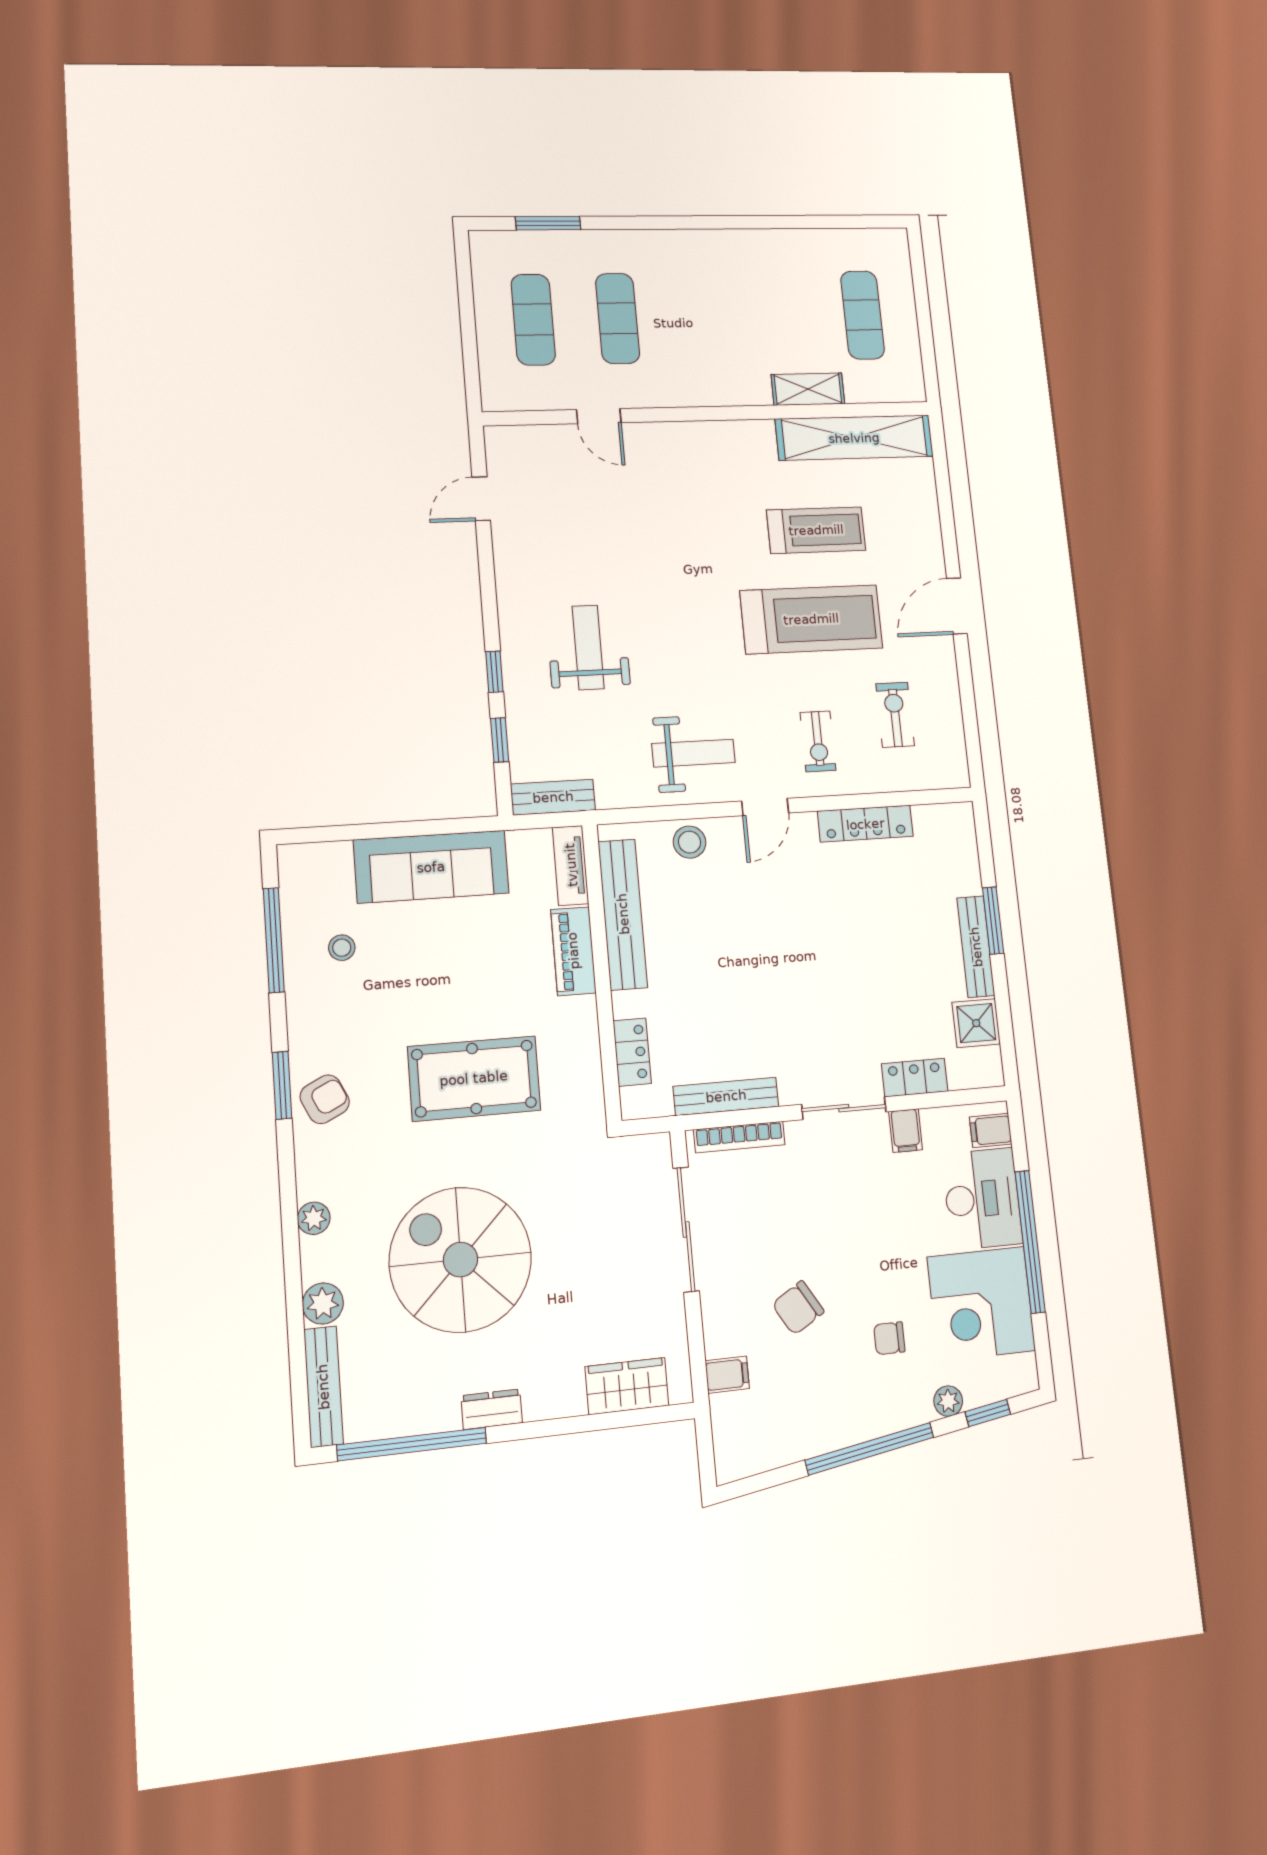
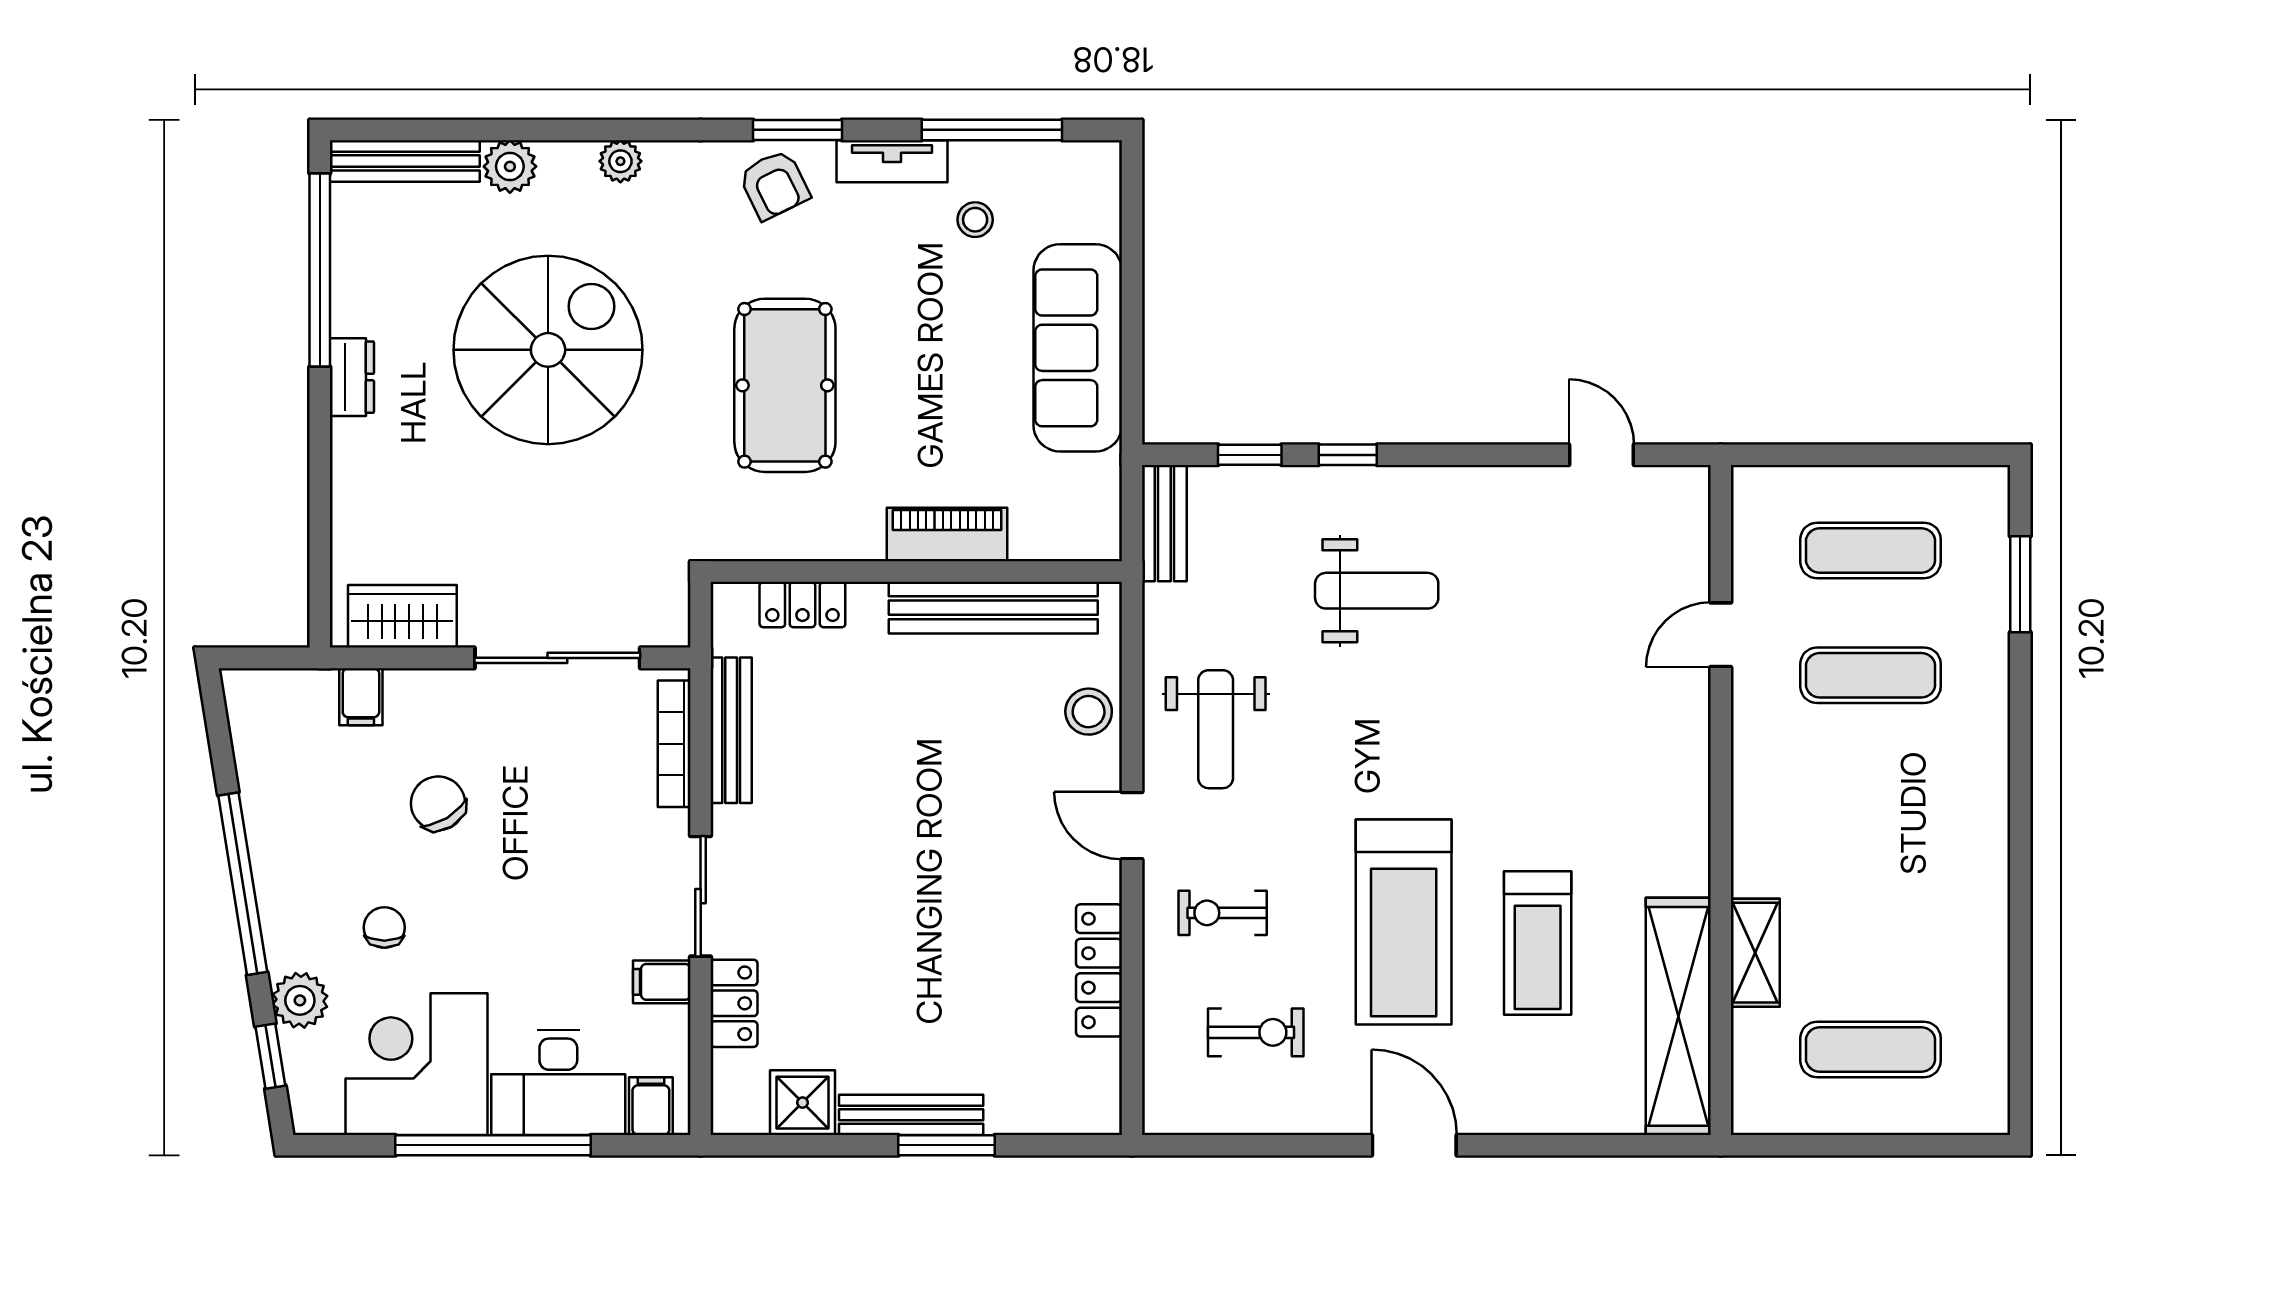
tv unit: (571, 865) -> (892, 161), moved, turned 180
wardrobe: (627, 1386) -> (402, 616), moved, turned -90
plant: (948, 1401) -> (300, 1000), width x1.38, depth x1.38

